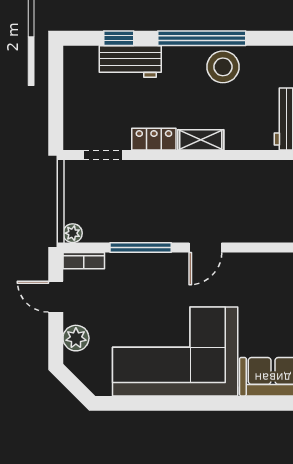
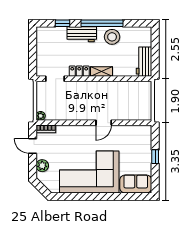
workbench: (130, 62) -> (82, 34), moved
window: (141, 248) -> (73, 123), removed

